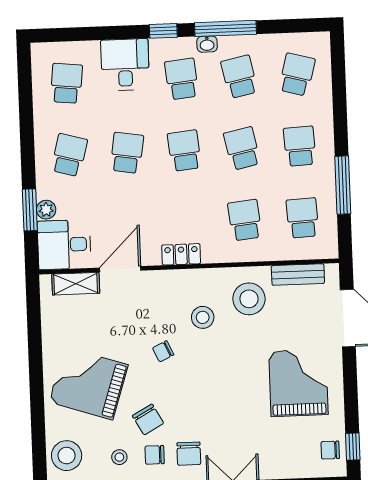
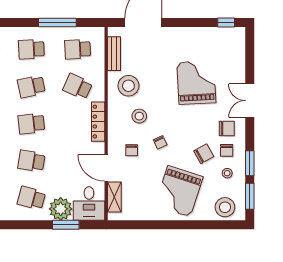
plant: (46, 210) -> (61, 209), width x1.87, depth x1.87
school desk: (245, 220) -> (78, 87), turned 30
locker: (181, 254) -> (98, 122), width x1.53
grand piano: (298, 383) -> (196, 83), moved, turned 87
chair: (330, 450) -> (132, 150), moved

